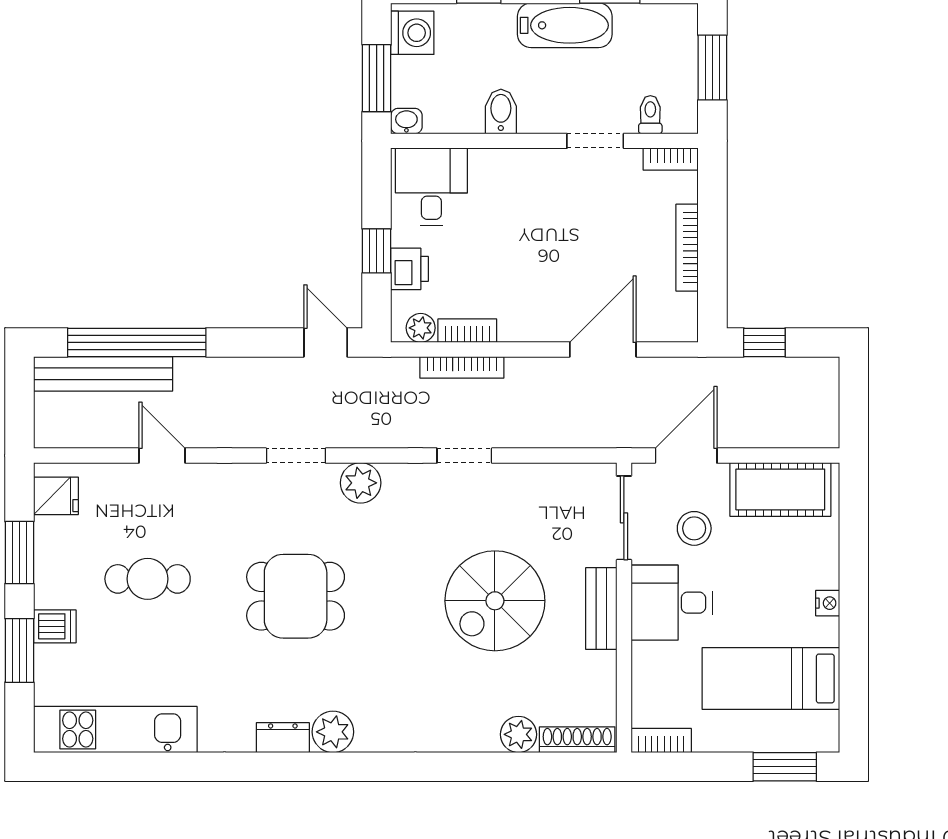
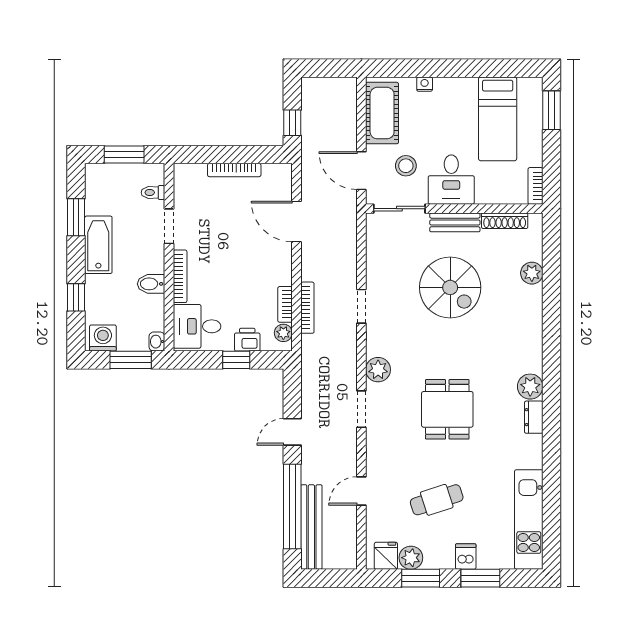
bookcase: (671, 159) -> (180, 276), moved, width x1.56
door: (326, 342) -> (292, 432), moved
plant: (53, 537) -> (411, 558), added
cafe table: (148, 579) -> (437, 500), turned 72
nightstand: (828, 603) -> (425, 84), moved
shoe rack: (577, 740) -> (505, 221), moved, turned -90

